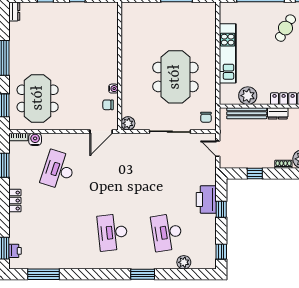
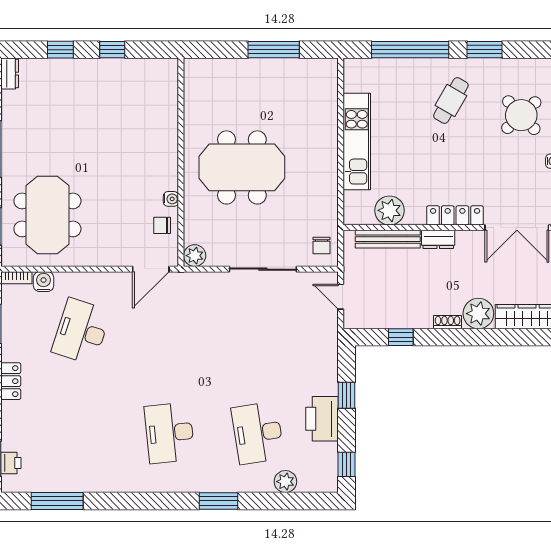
meeting table: (175, 77) -> (242, 167), moved, turned 90
printer: (206, 200) -> (322, 419), moved

